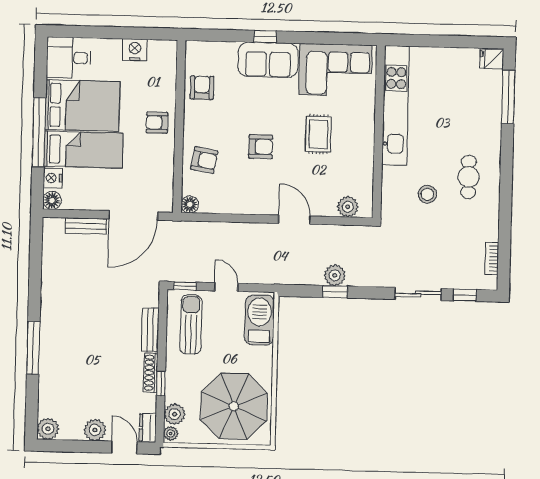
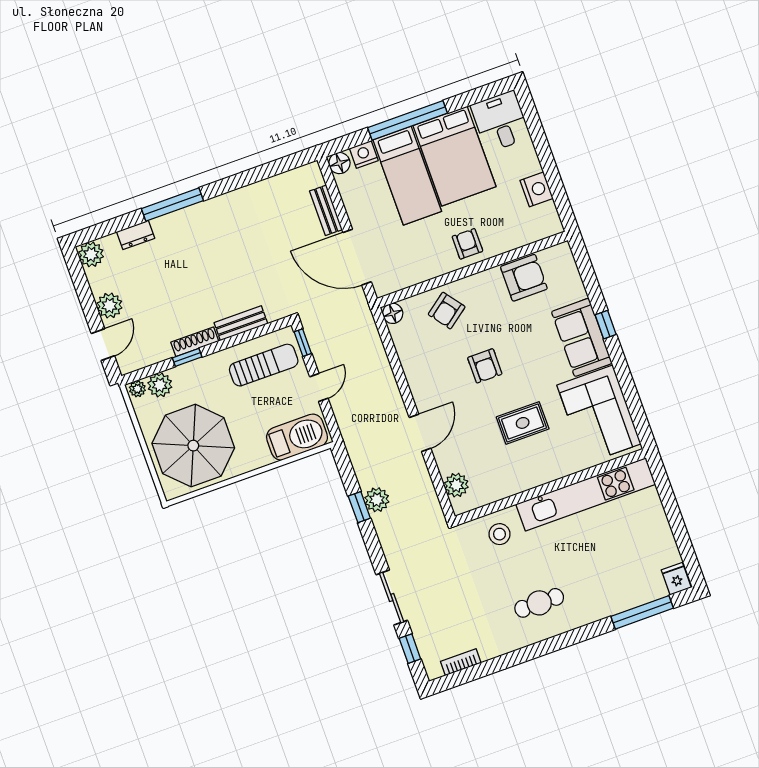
armchair: (202, 88) -> (524, 278), width x1.38, depth x1.38
armchair: (204, 160) -> (447, 311), turned 43
stool: (427, 194) -> (500, 534), moved
dresser: (148, 428) -> (136, 235), moved, turned 180

